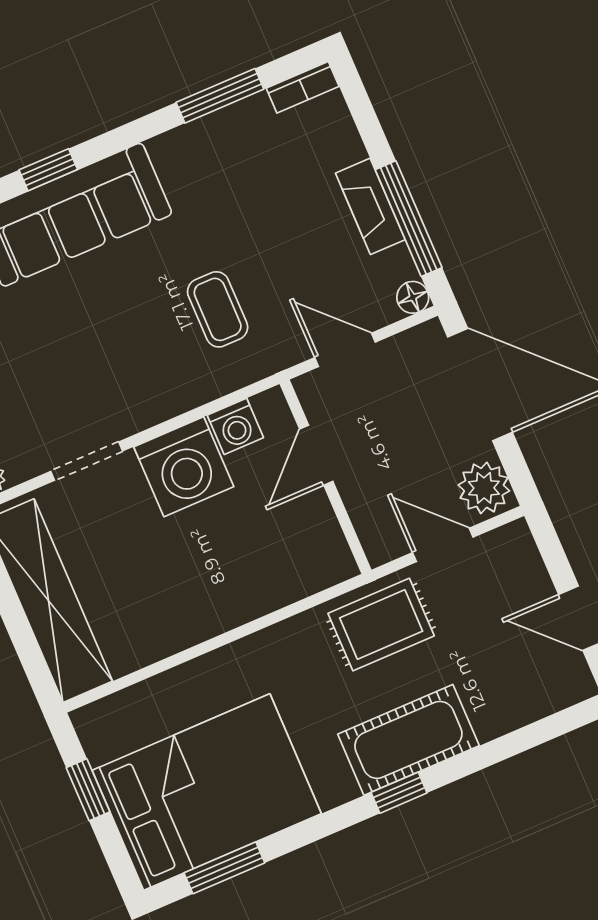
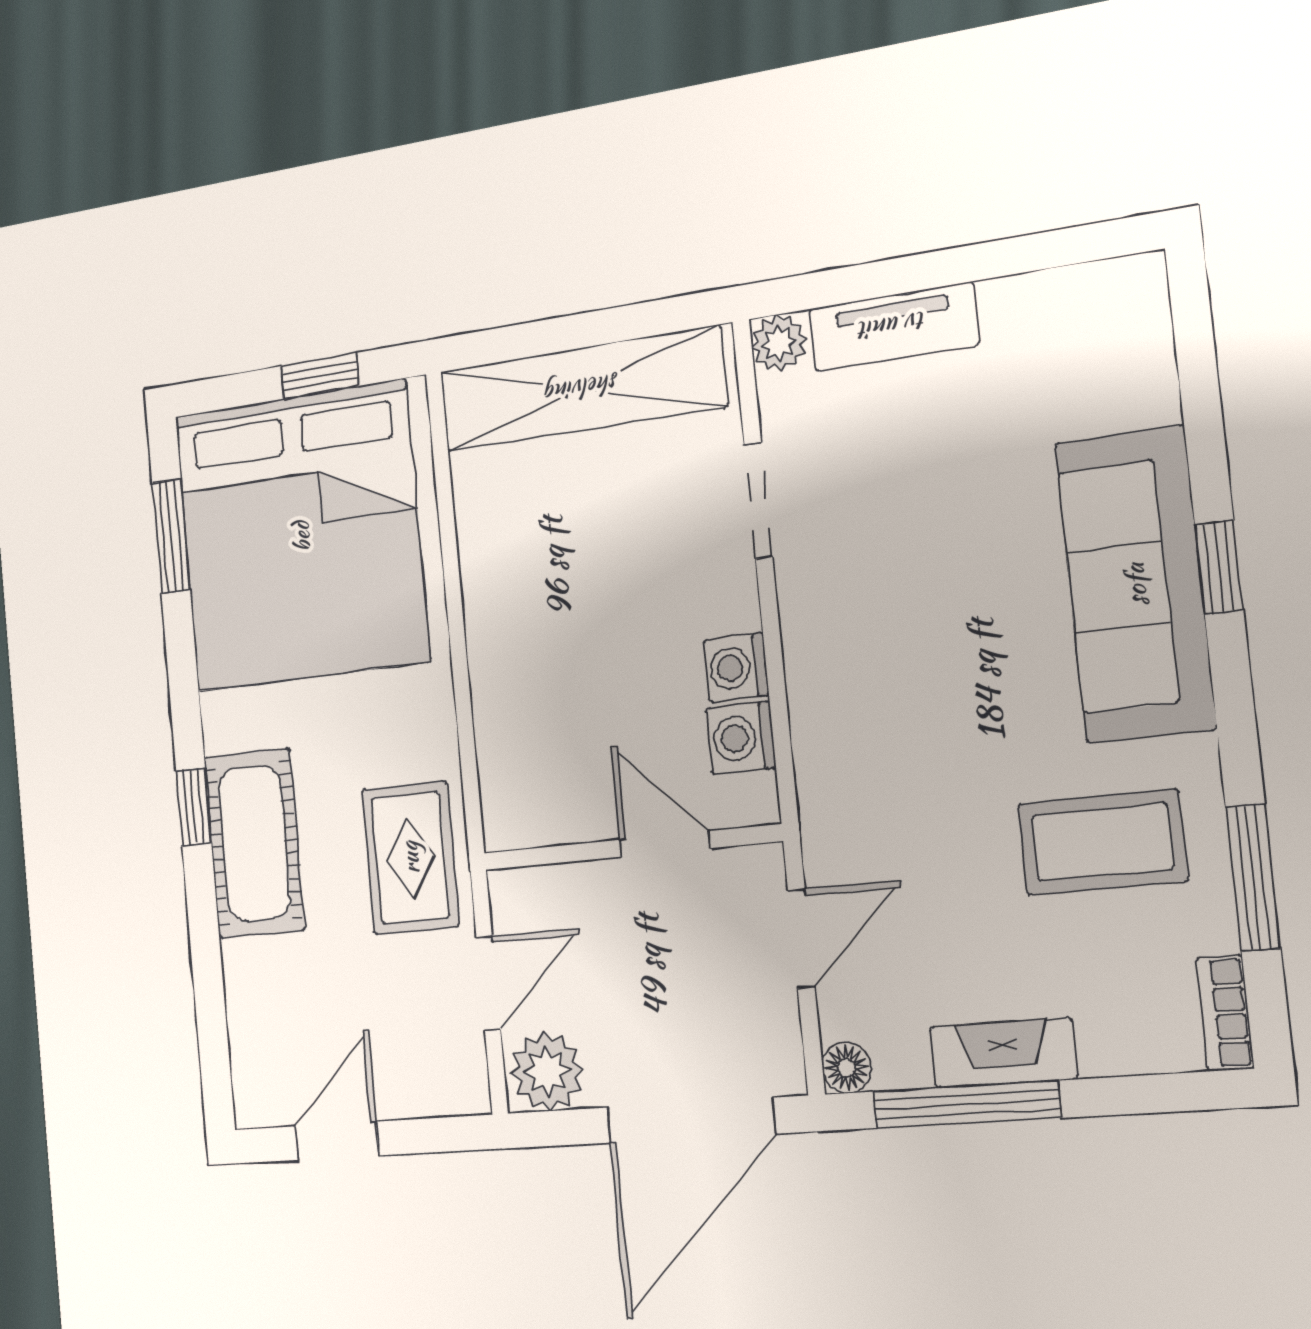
coffee table: (218, 309) -> (1102, 842), moved, width x1.36, depth x1.30
washing machine: (184, 467) -> (736, 668), width x0.53, depth x0.53
bed: (207, 792) -> (301, 537), width x1.36

